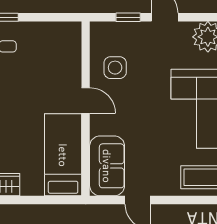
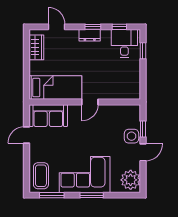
side table: (115, 68) -> (132, 136), moved

